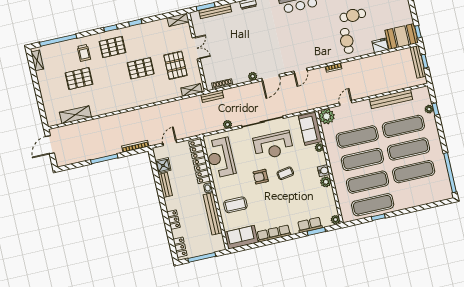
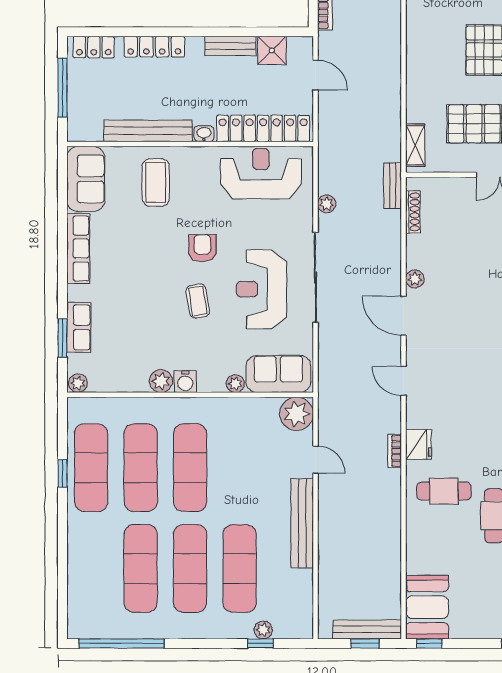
fridge: (380, 45) -> (419, 444), moved
bench: (391, 99) -> (302, 523), moved
exercise mat: (357, 137) -> (240, 468), removed
locker: (173, 220) -> (154, 47), width x1.53

